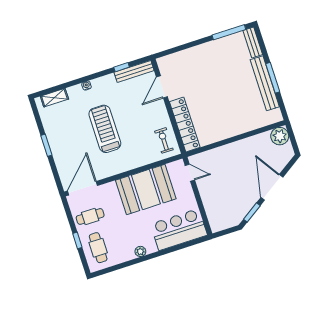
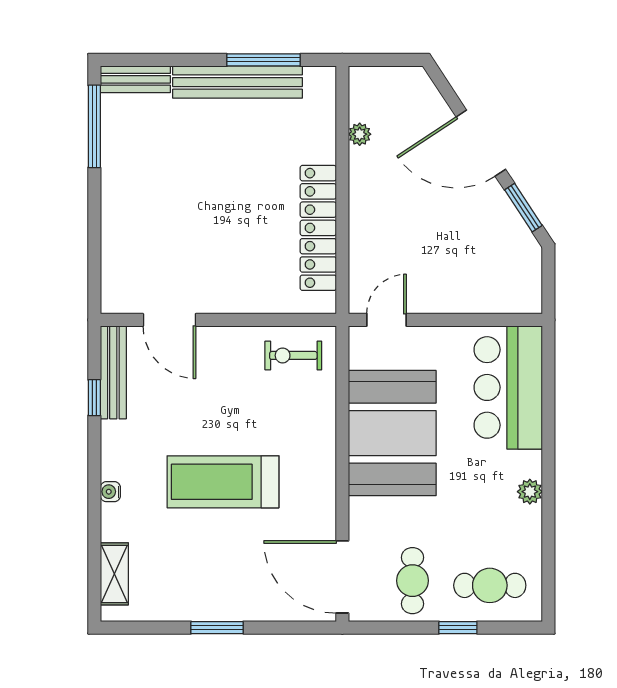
window: (273, 78) -> (264, 60), moved
locker: (185, 124) -> (318, 228), moved, turned -90
plant: (280, 136) -> (360, 134), moved, width x0.53, depth x0.53

